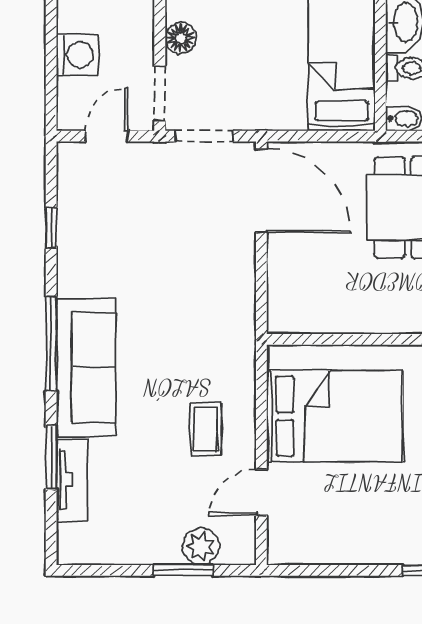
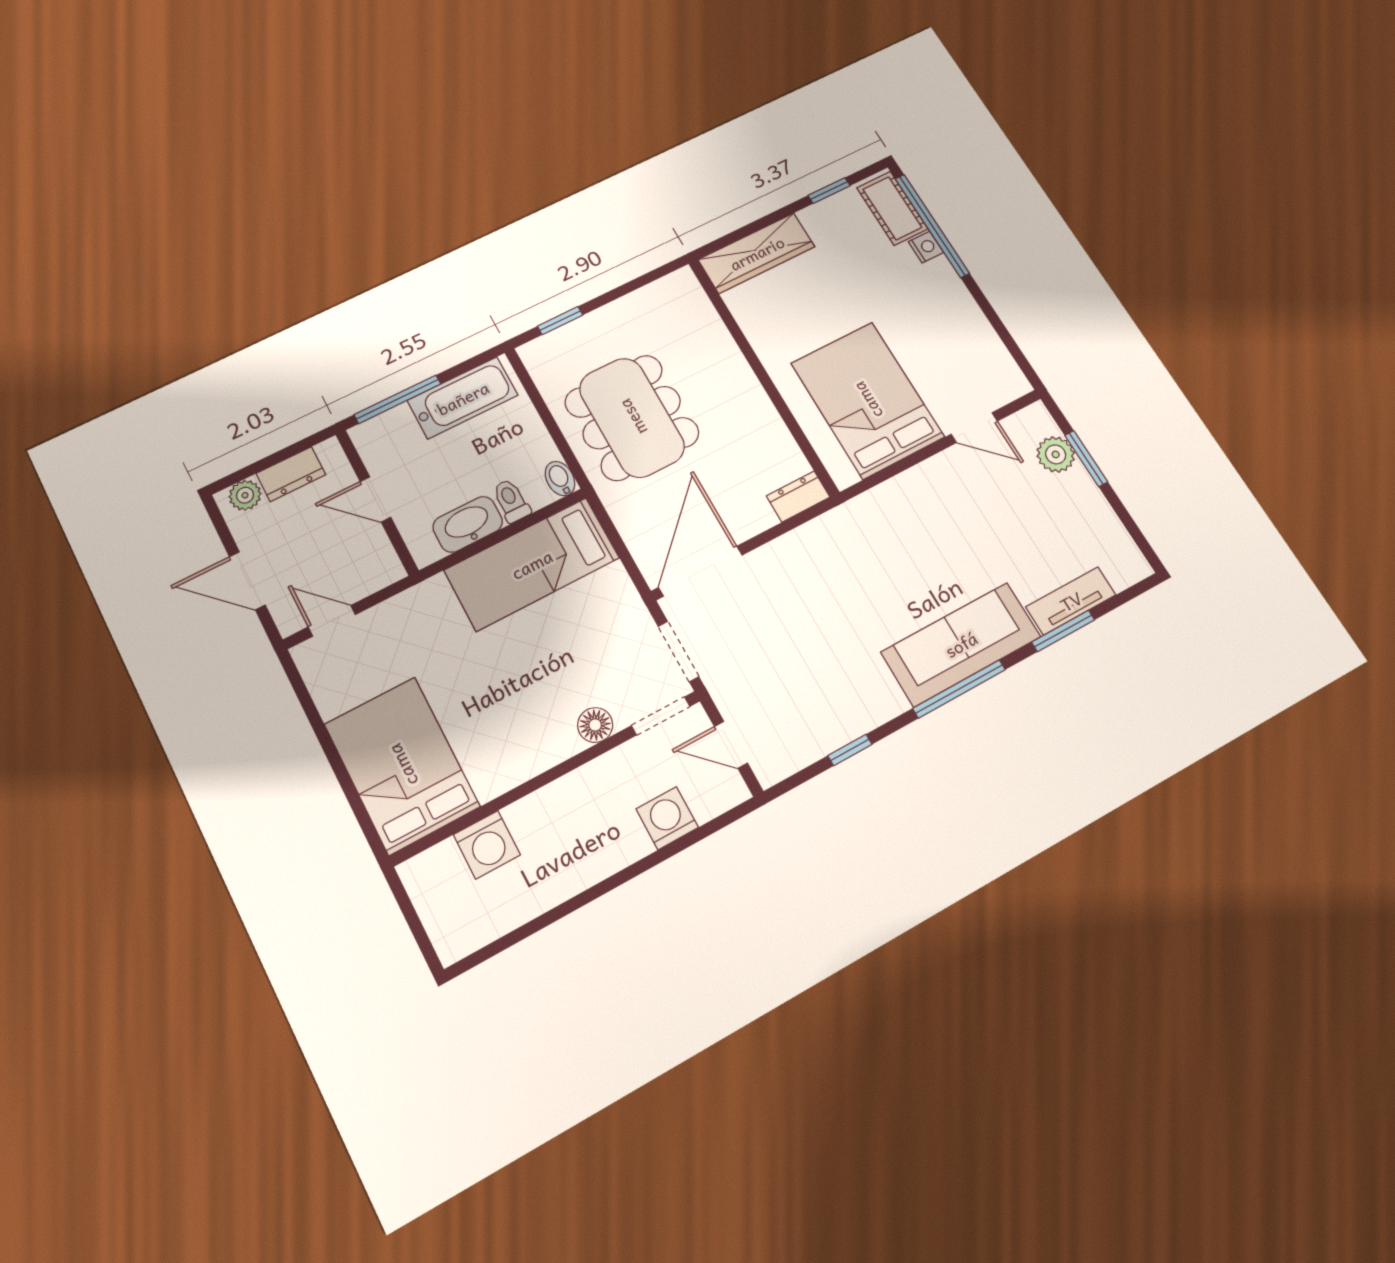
dresser: (281, 308) -> (798, 497), added
coffee table: (206, 429) -> (949, 505), removed

